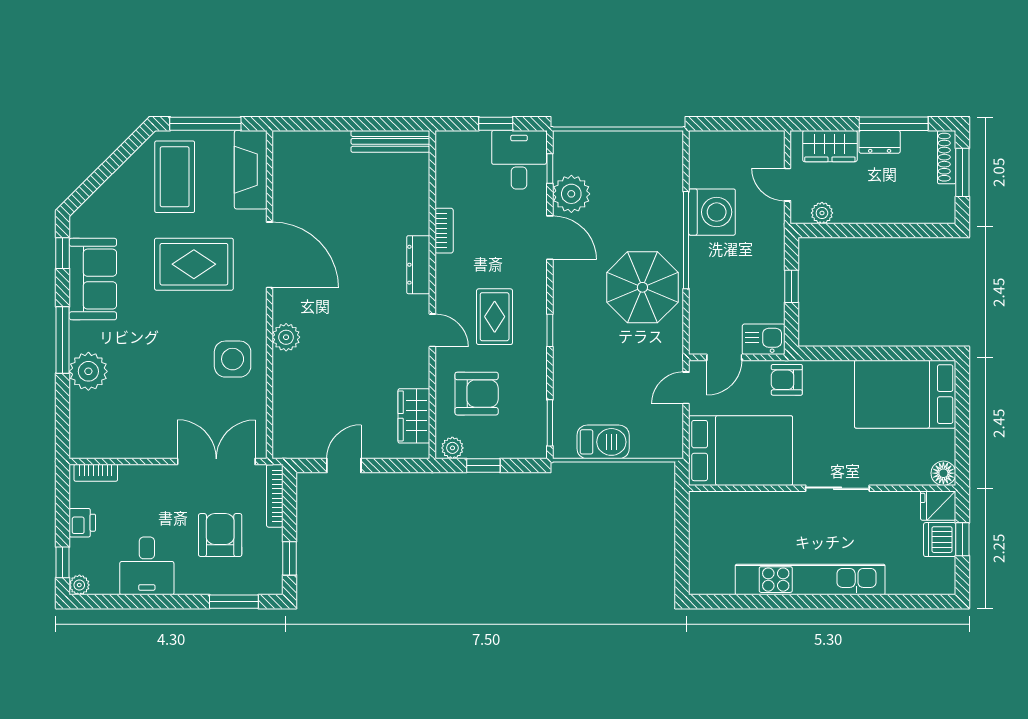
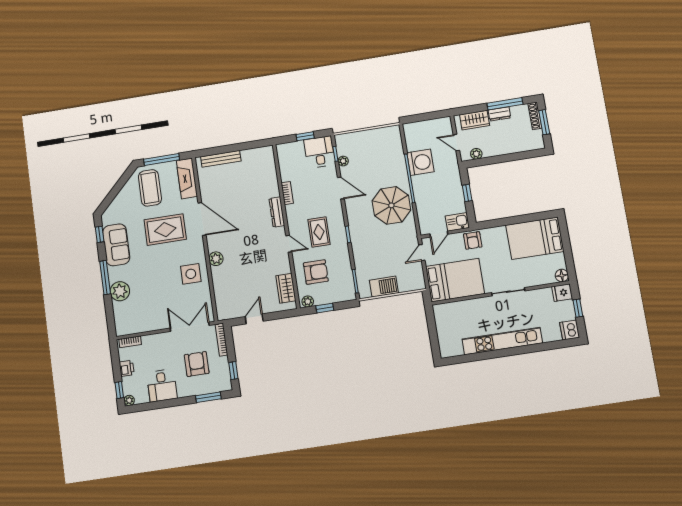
bench: (390, 141) -> (221, 159), moved
plant: (571, 194) -> (343, 161), width x0.53, depth x0.53
armchair: (787, 380) -> (473, 240), turned -90
dishwasher: (940, 540) -> (570, 330), moved

